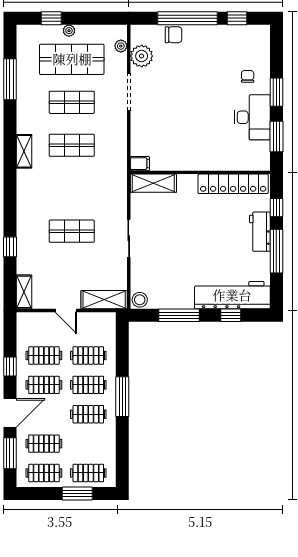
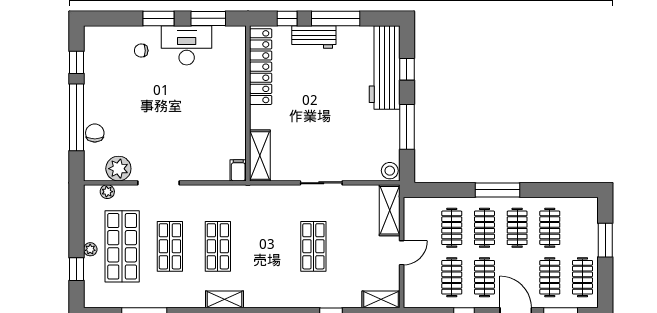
clothes rail: (88, 473) -> (550, 228), moved

